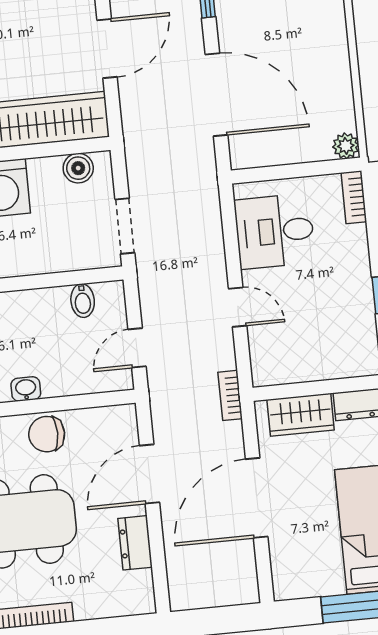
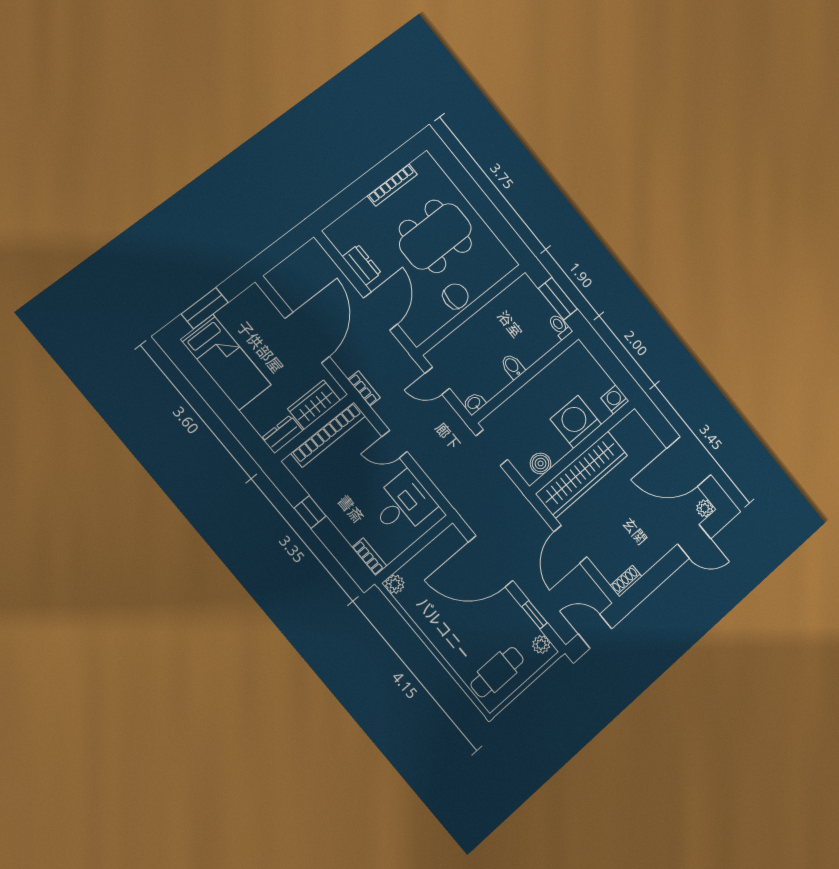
bidet: (83, 301) -> (513, 366), moved
door: (137, 348) -> (437, 381), swing flipped
bookcase: (307, 369) -> (328, 434), added
washbasin: (26, 389) -> (474, 403), moved, turned 180

